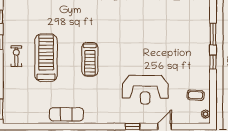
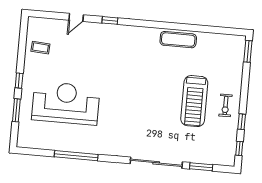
treadmill: (90, 59) -> (148, 95), removed
reception desk: (145, 90) -> (66, 103), moved, width x1.36, depth x1.30
plant: (206, 114) -> (32, 27), removed

